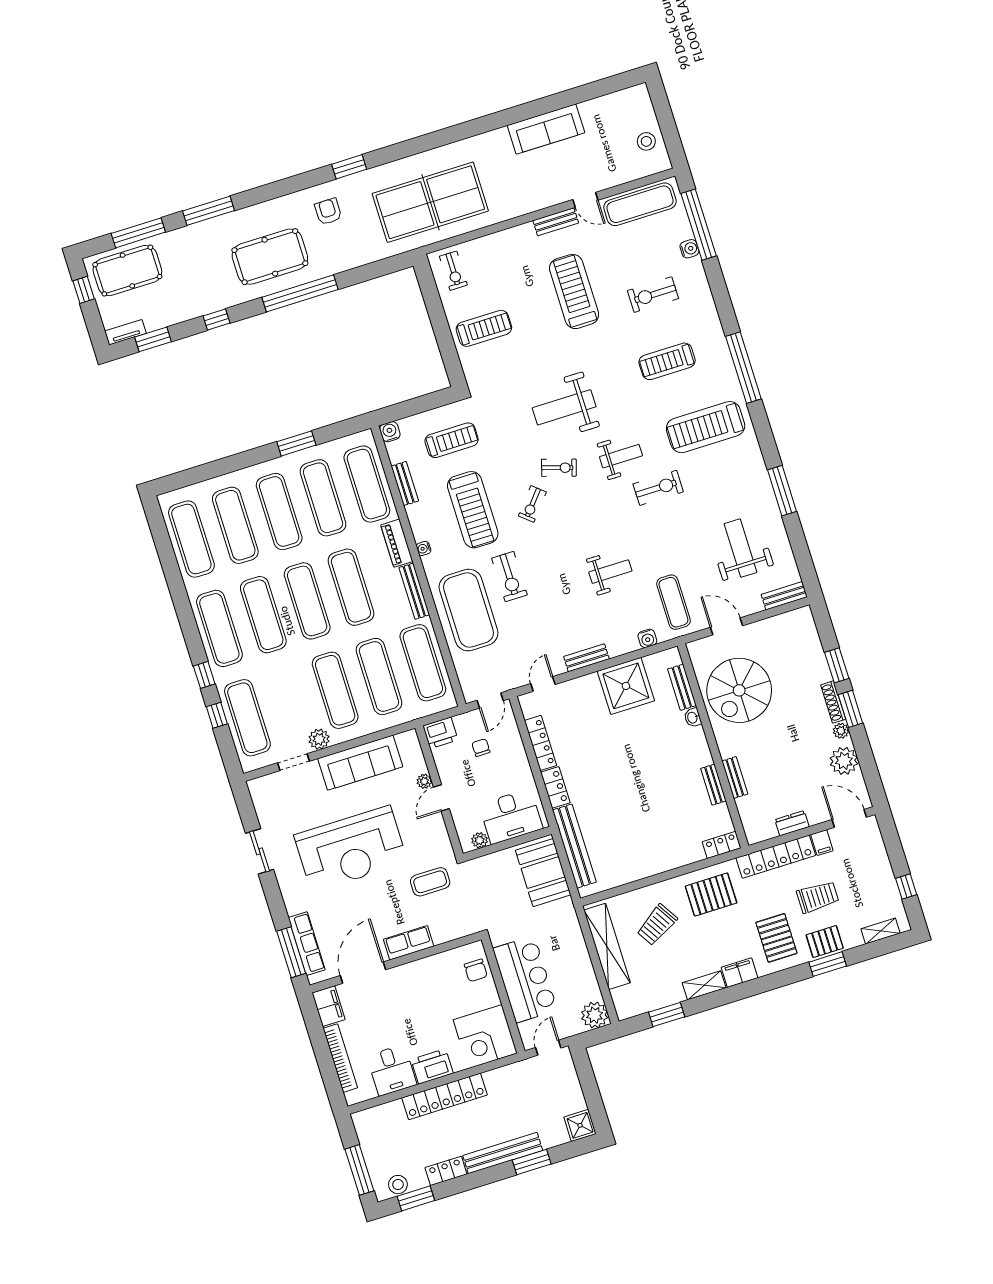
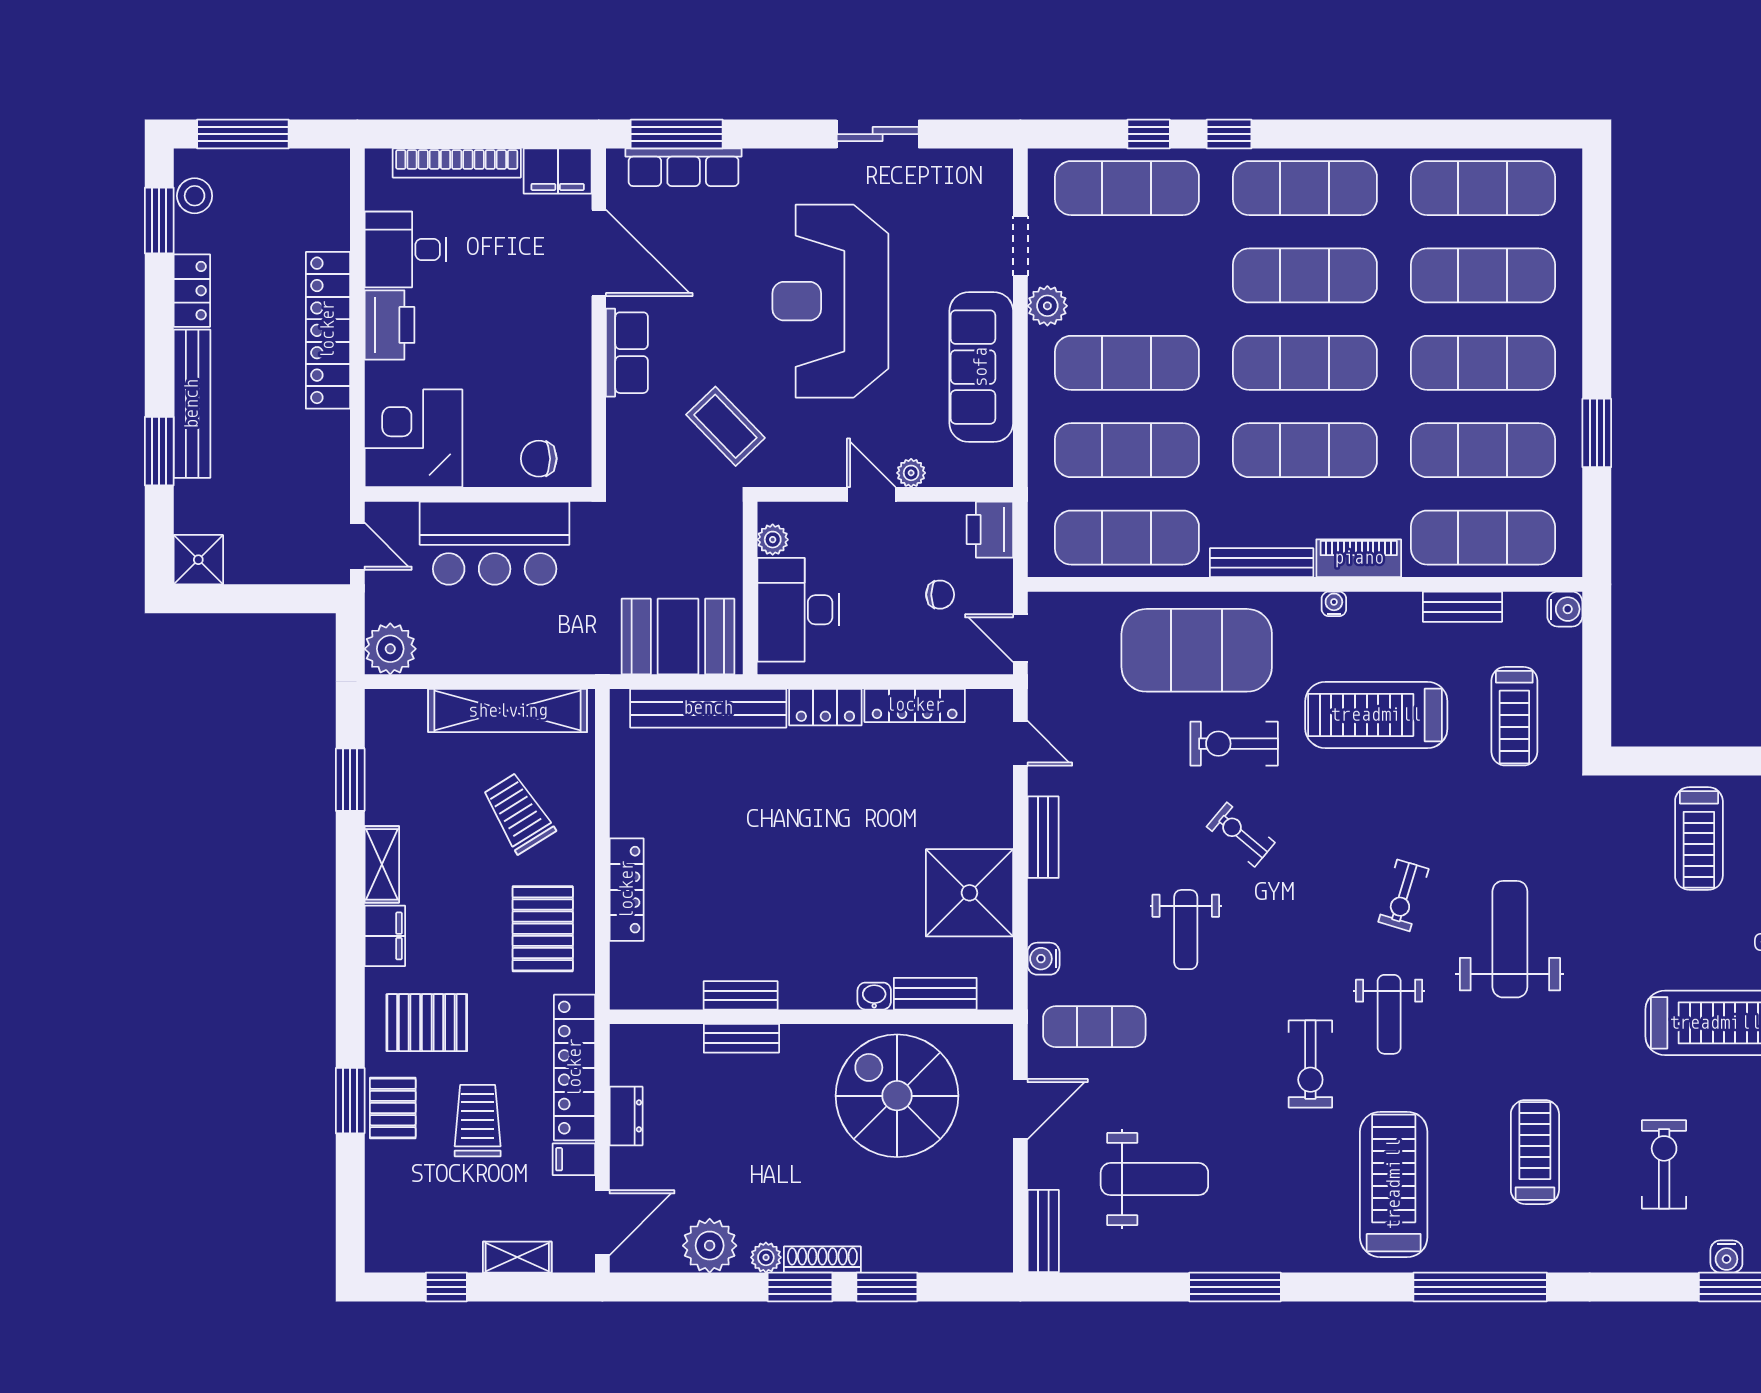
exercise bike: (532, 504) -> (1241, 835), moved
locker: (722, 845) -> (627, 890), moved, width x1.53
coffee table: (430, 882) -> (725, 426), turned -44
trolley: (818, 897) -> (478, 1121), turned 180
shelving: (881, 931) -> (517, 1257), moved, turned 90

